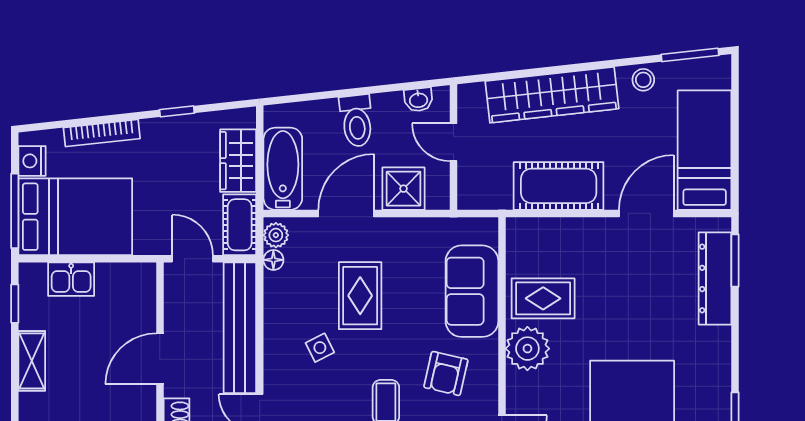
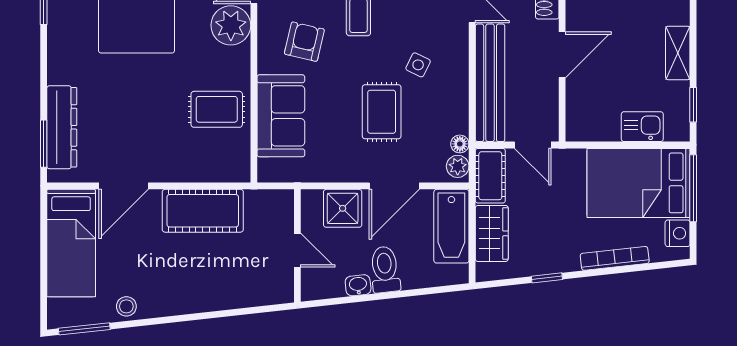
wardrobe: (552, 95) -> (209, 293), removed
washbasin: (418, 100) -> (358, 285), moved
side table: (320, 348) -> (418, 65), turned -37
plant: (527, 349) -> (231, 25), moved

